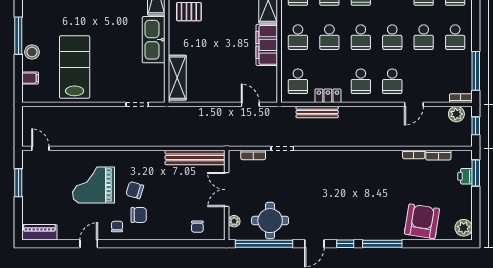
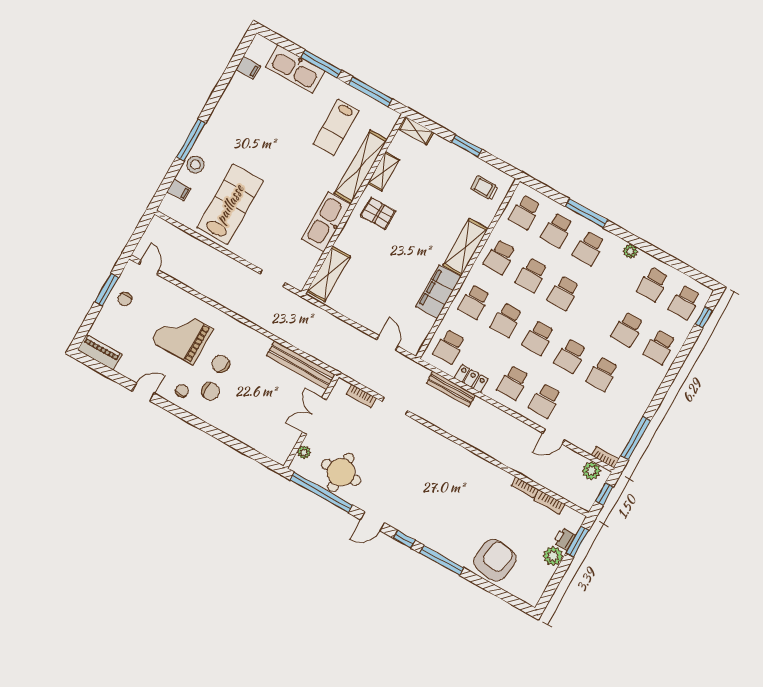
school desk: (455, 37) -> (634, 392), removed
chair: (197, 227) -> (125, 299), moved
plant: (464, 228) -> (553, 556), moved

